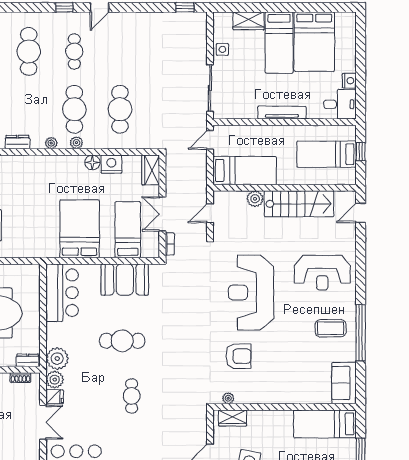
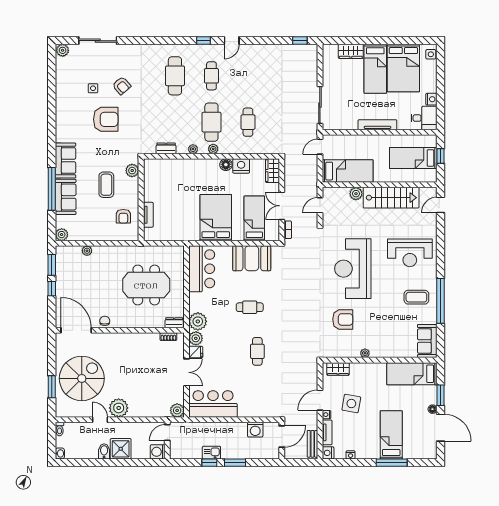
side table: (222, 49) -> (431, 54), moved
cafe table: (120, 109) -> (248, 122), width x0.73, depth x0.74
cafe table: (122, 341) -> (250, 307), width x0.73, depth x0.74
plant: (228, 398) -> (365, 353), moved

